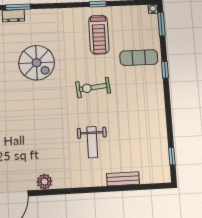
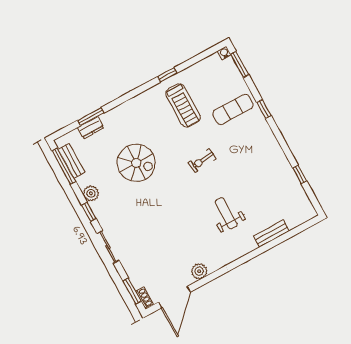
exercise bike: (93, 87) -> (202, 161), width x0.73, depth x0.72
weight bench: (92, 142) -> (226, 213), turned 180
window: (172, 156) -> (300, 174), moved

